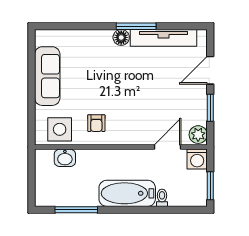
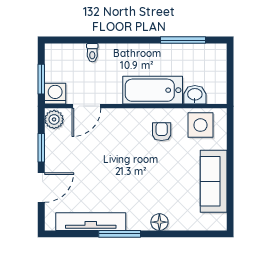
floor lamp: (121, 37) -> (159, 222), moved
window: (210, 186) -> (41, 79), moved
bathtub: (127, 193) -> (153, 90), moved, turned 180

